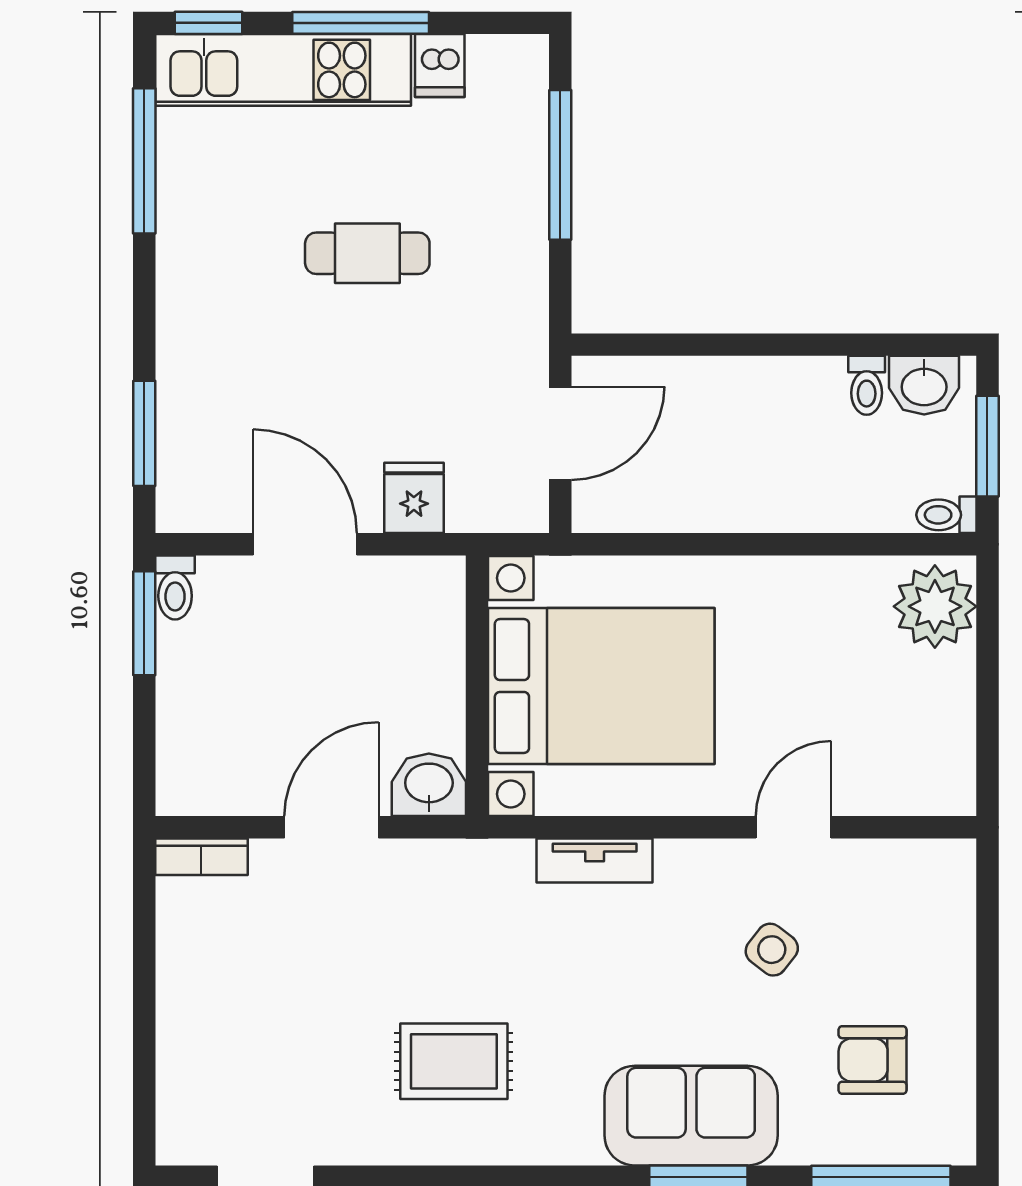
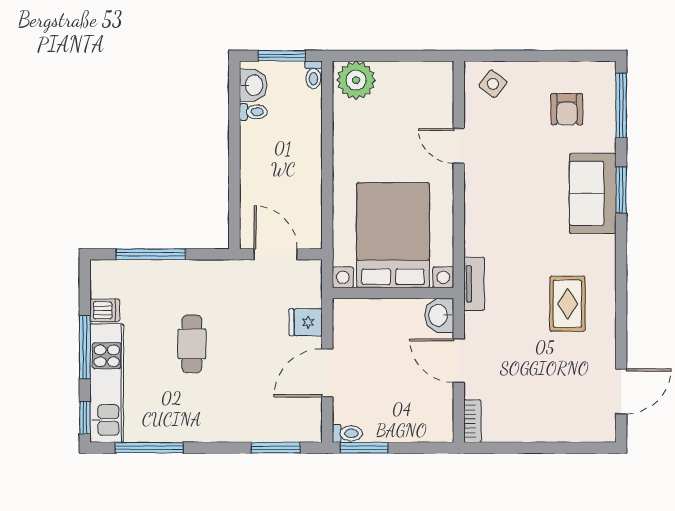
tv unit: (595, 860) -> (474, 284), moved
side table: (772, 950) -> (493, 84), moved

